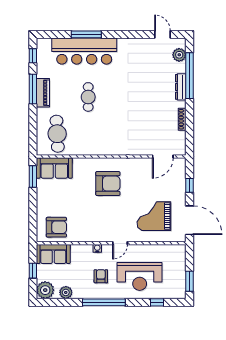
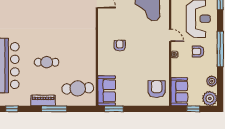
window: (33, 89) -> (54, 109), moved
armchair: (108, 184) -> (120, 46), width x0.53, depth x0.53

